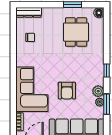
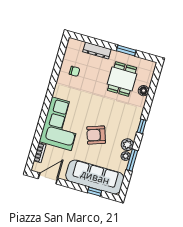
dresser: (29, 12) -> (97, 50), moved
floor lamp: (99, 13) -> (144, 91), moved
armchair: (67, 91) -> (96, 135), turned 71

